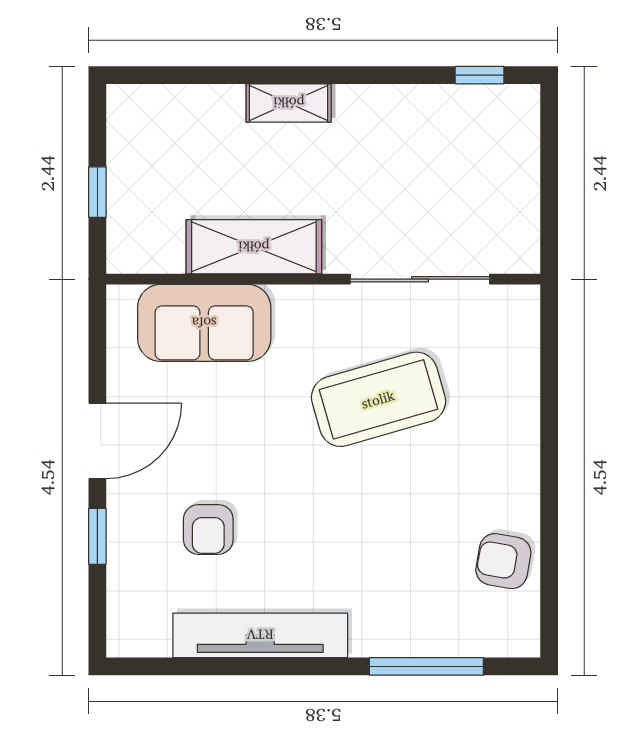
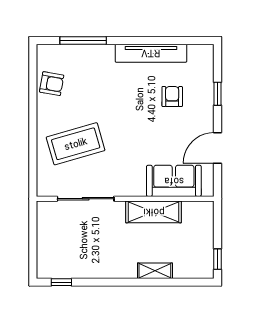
shelving: (289, 103) -> (155, 271), moved
window: (97, 192) -> (217, 259), moved
coffee table: (378, 399) -> (76, 144), moved
door: (97, 441) -> (217, 148), moved

